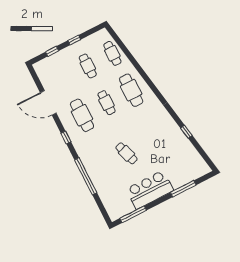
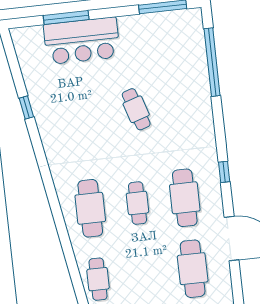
cafe table: (88, 66) -> (193, 269), moved, width x1.37, depth x1.35
window: (86, 176) -> (212, 62), moved
bar counter: (150, 190) -> (82, 41), moved

